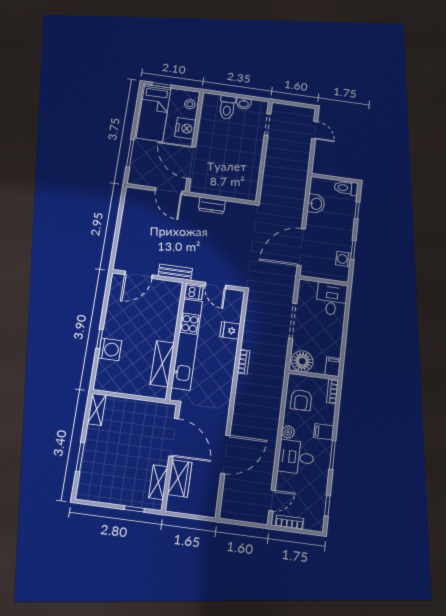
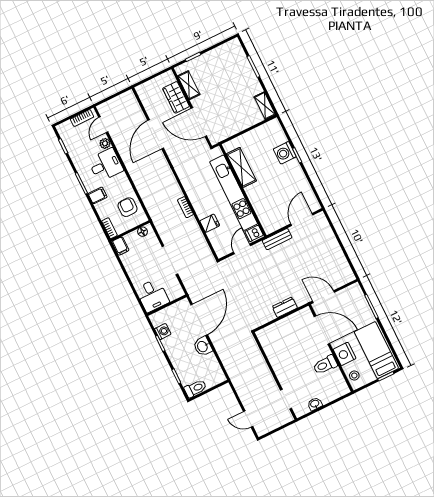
toilet: (227, 107) -> (325, 365), moved, turned -90
washbasin: (316, 204) -> (203, 346), moved
door: (215, 285) -> (242, 249), hinge flipped
floor lamp: (302, 361) -> (142, 232), width x0.53, depth x0.53
plant: (288, 432) -> (105, 143), moved

